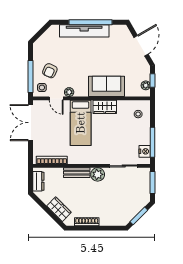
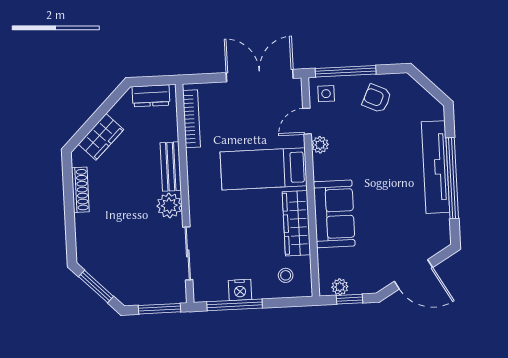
armchair: (50, 71) -> (377, 98), moved
wardrobe: (105, 107) -> (296, 223), width x1.50
nightstand: (145, 151) -> (240, 290), moved

